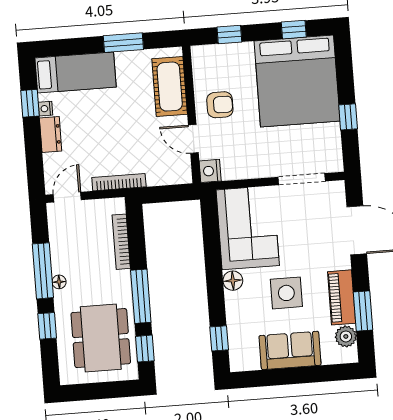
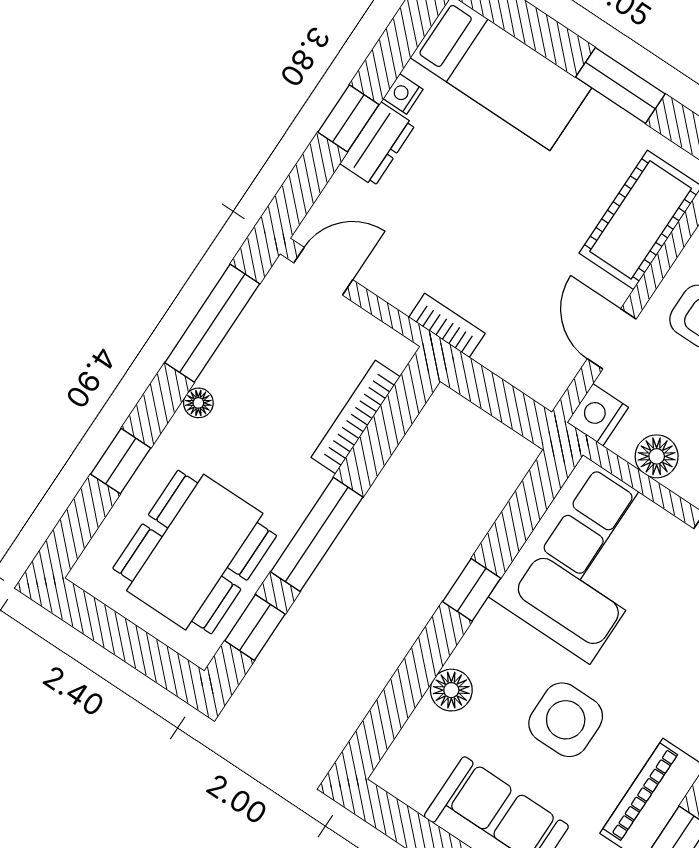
window: (30, 103) -> (348, 118), moved
floor lamp: (244, 169) -> (657, 456), added
bookcase: (119, 182) -> (447, 325), width x0.64
window: (43, 271) -> (212, 323), moved
floor lamp: (233, 281) -> (451, 690), moved
window: (219, 338) -> (472, 590), moved

